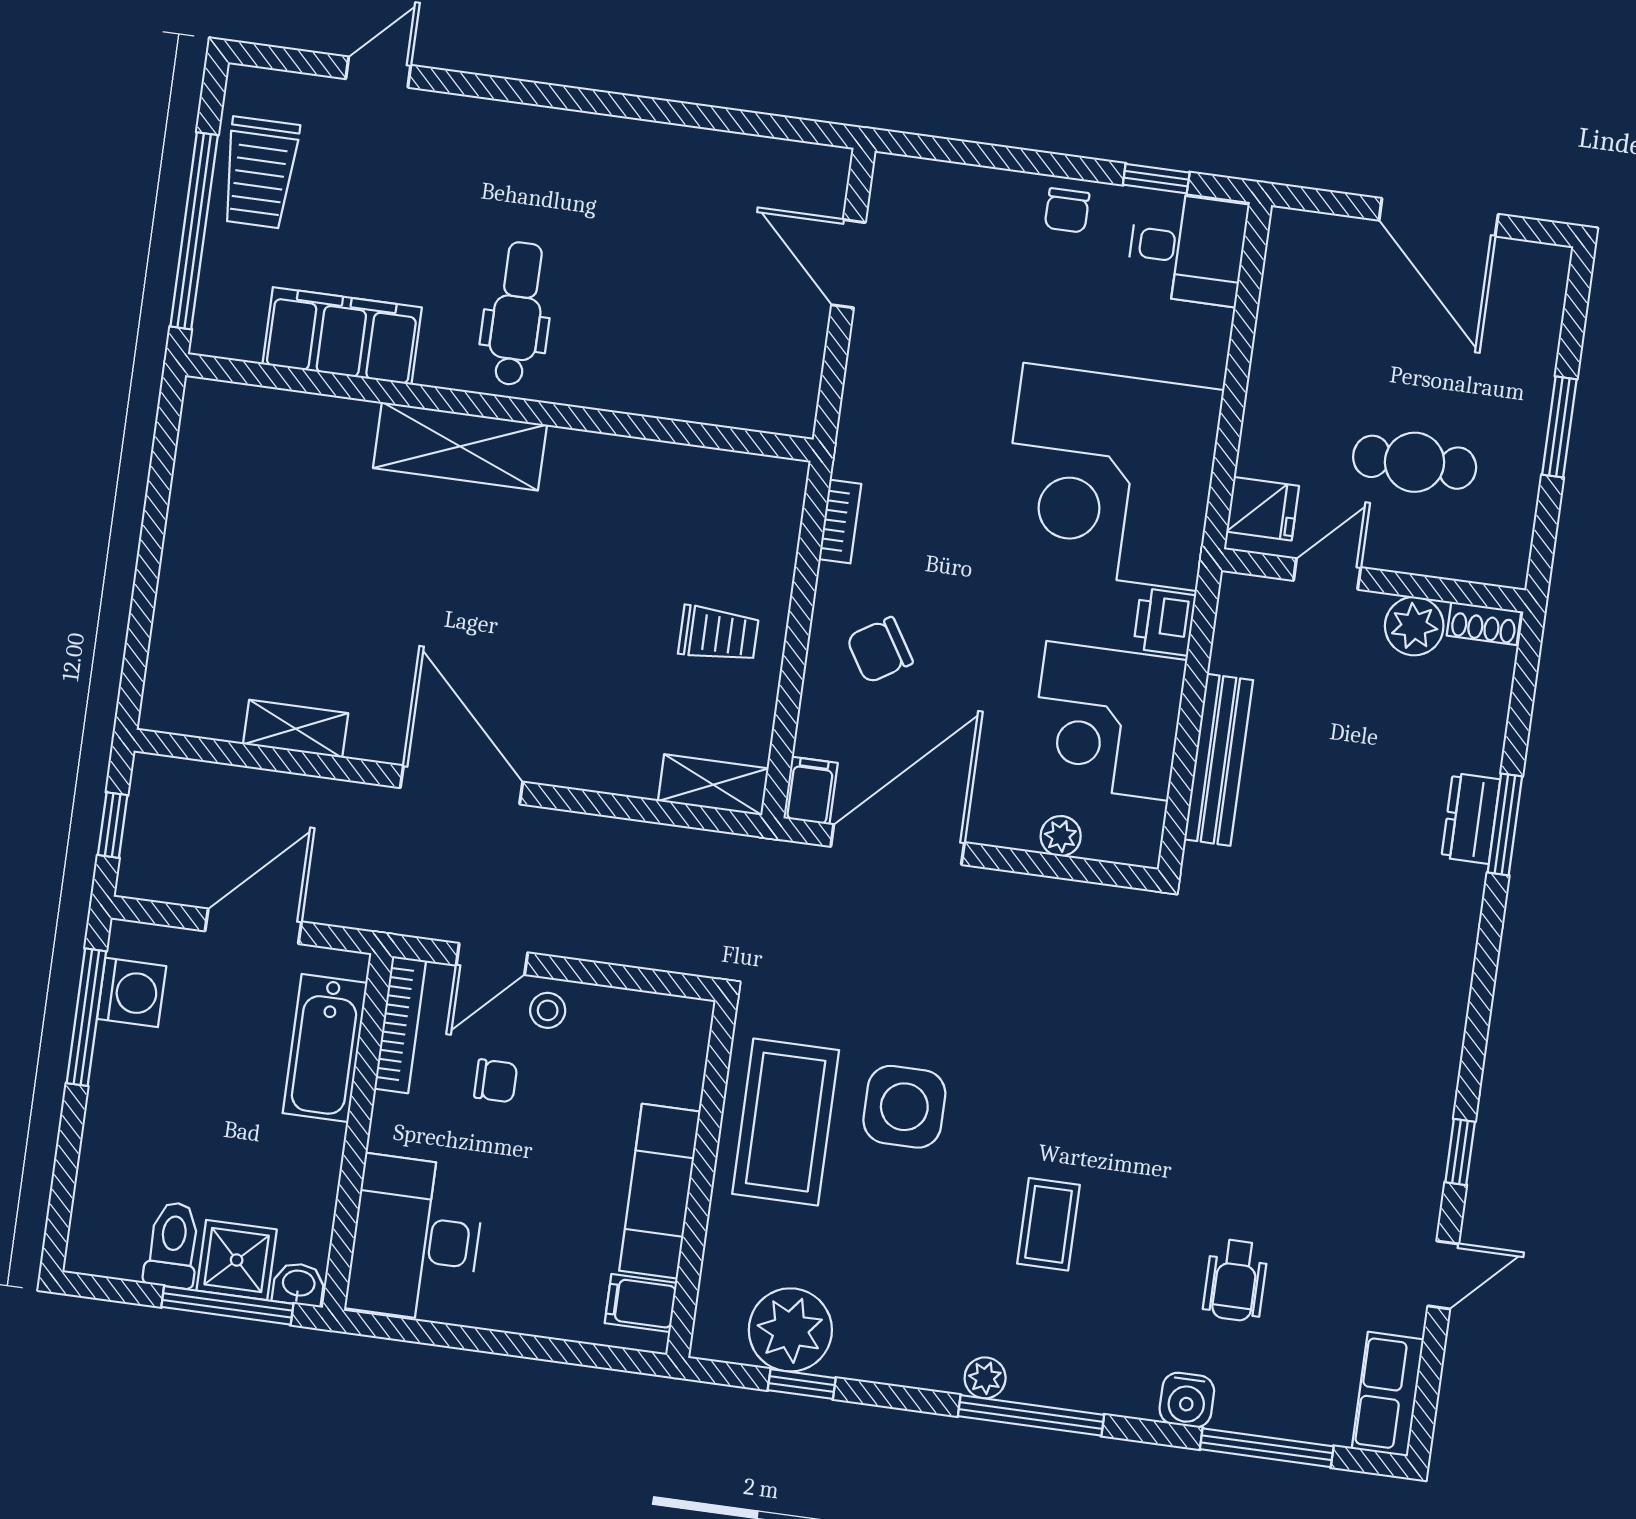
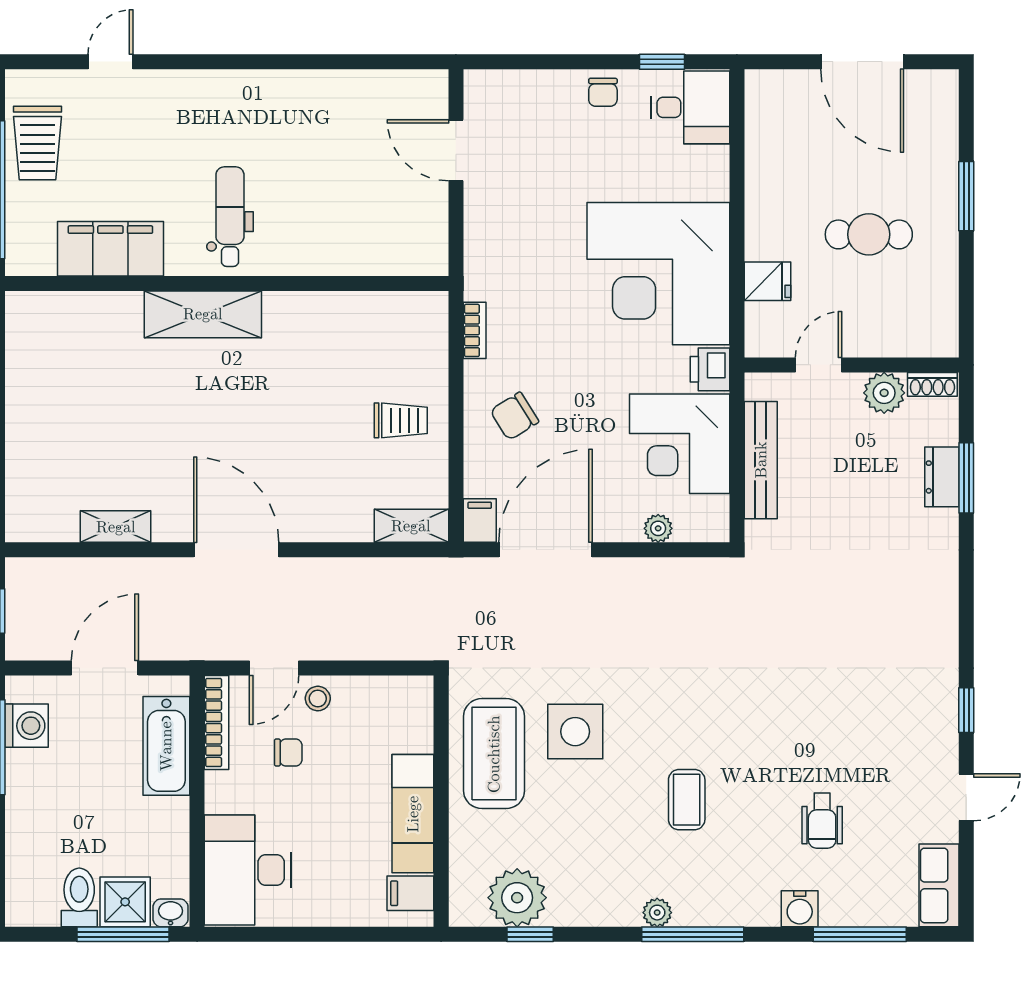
door: (1327, 574) -> (819, 365), moved
wall: (1374, 580) -> (852, 365), moved
shoe rack: (1484, 623) -> (932, 384), moved
plant: (1414, 626) -> (884, 393), moved

